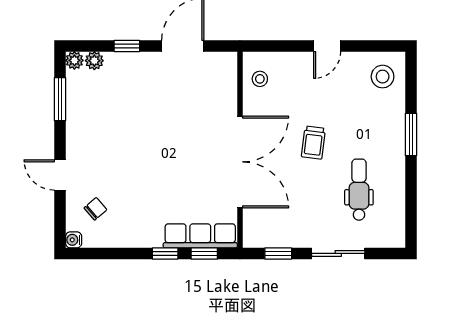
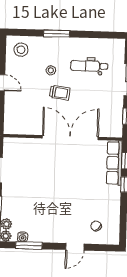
stool: (260, 79) -> (51, 70), moved
water cooler: (74, 240) -> (23, 237), moved

